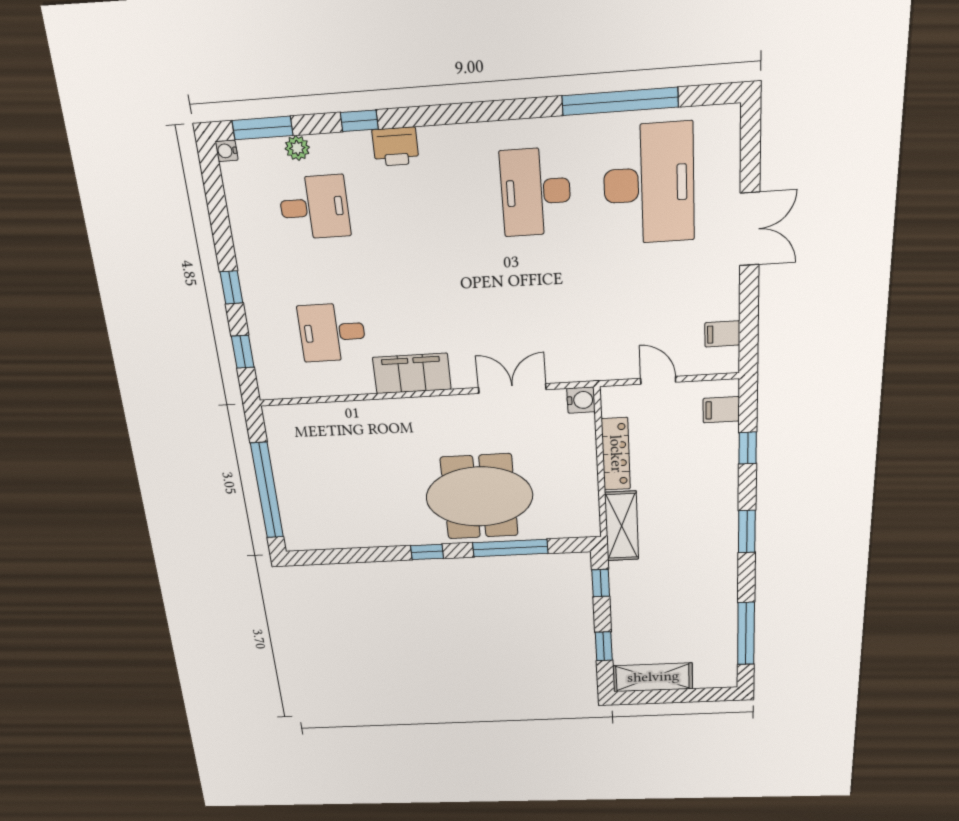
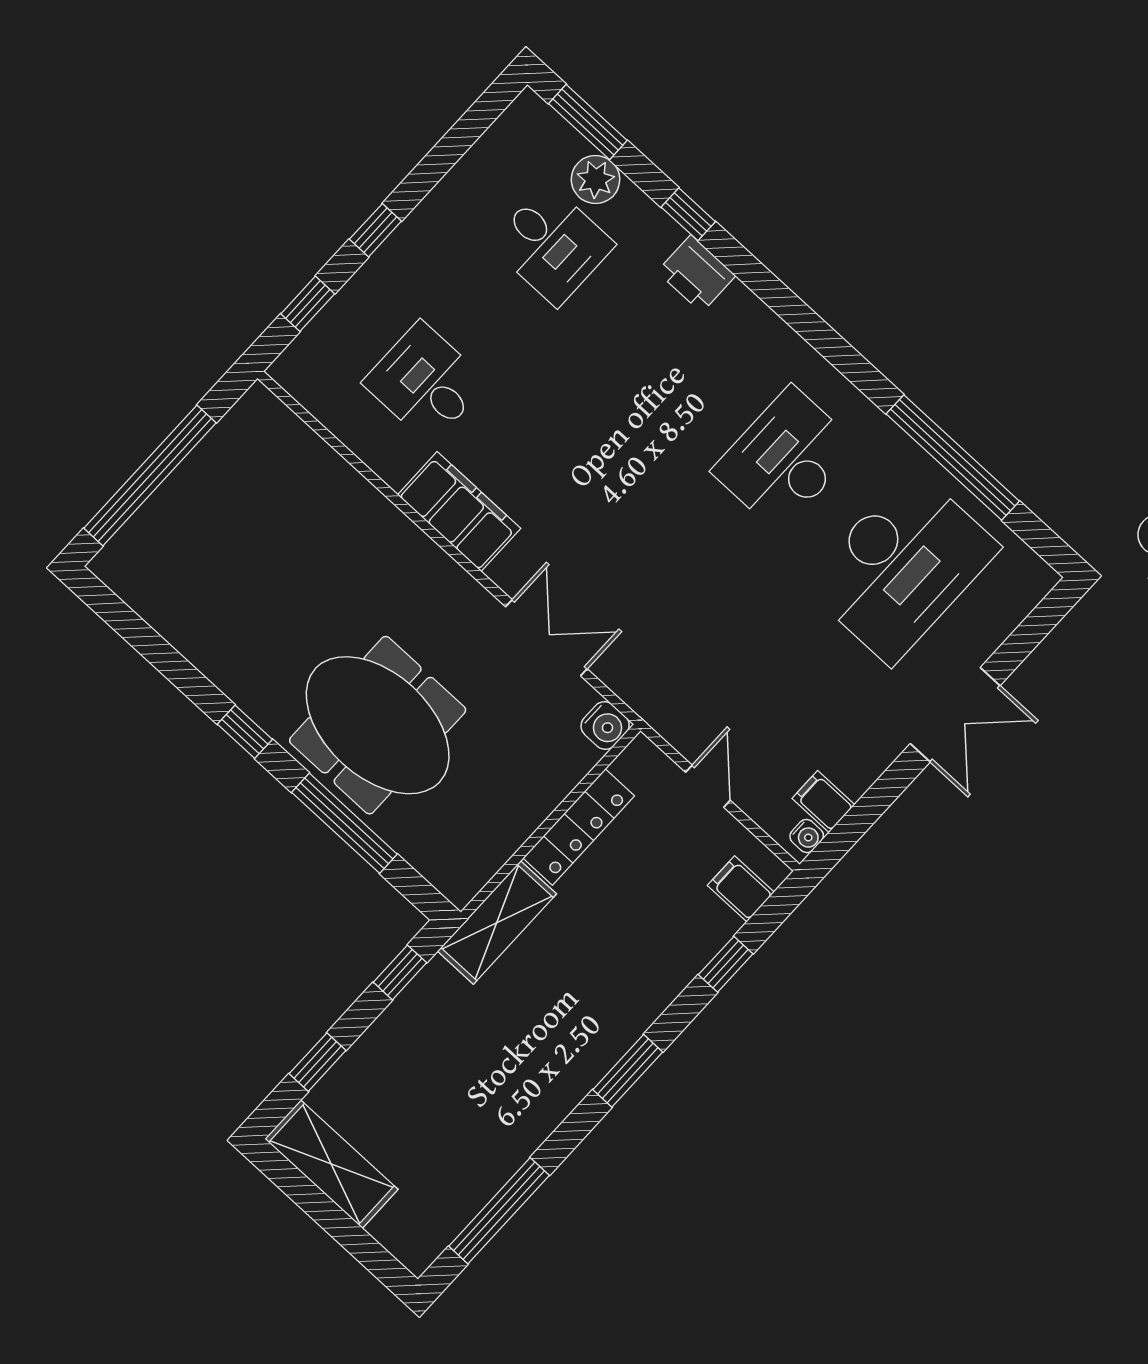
plant: (297, 148) -> (596, 179), width x1.38, depth x1.38
water cooler: (227, 151) -> (807, 836), moved, turned 180

